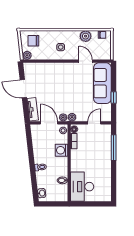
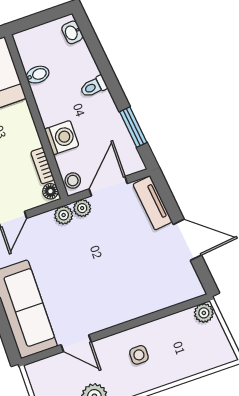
chair: (33, 41) -> (201, 348), removed
door: (49, 123) -> (108, 186), swing flipped
window: (30, 144) -> (133, 127), added

